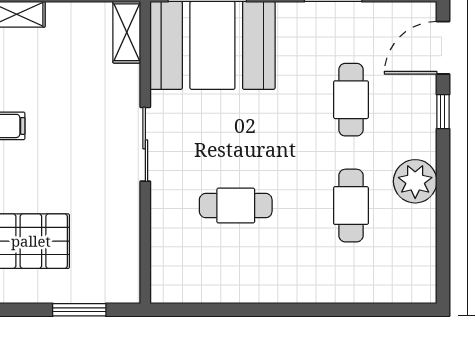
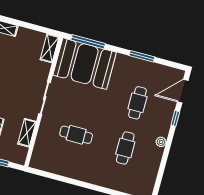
plant: (415, 181) -> (161, 142), width x0.53, depth x0.53
shelving: (127, 230) -> (27, 133), added

